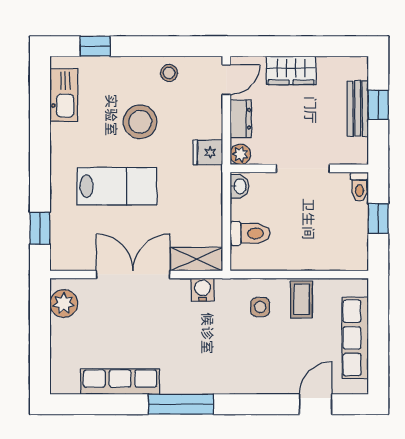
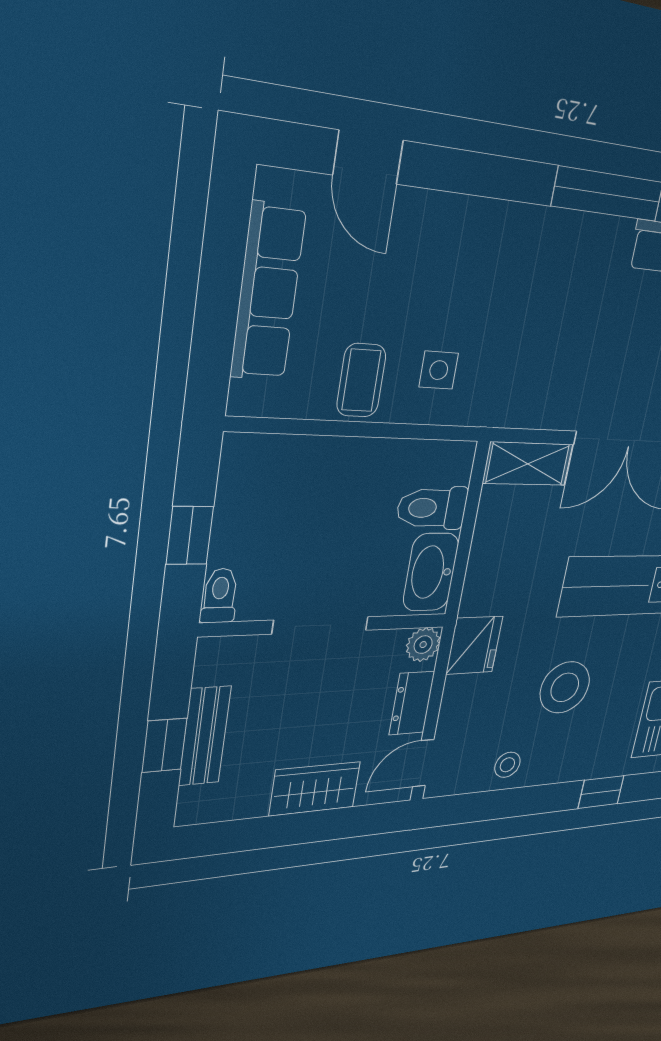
fridge: (208, 152) -> (474, 645), width x1.38
washbasin: (239, 186) -> (431, 572), width x1.91, depth x1.45
water cooler: (203, 290) -> (529, 408), removed
door: (316, 404) -> (368, 157), hinge flipped

